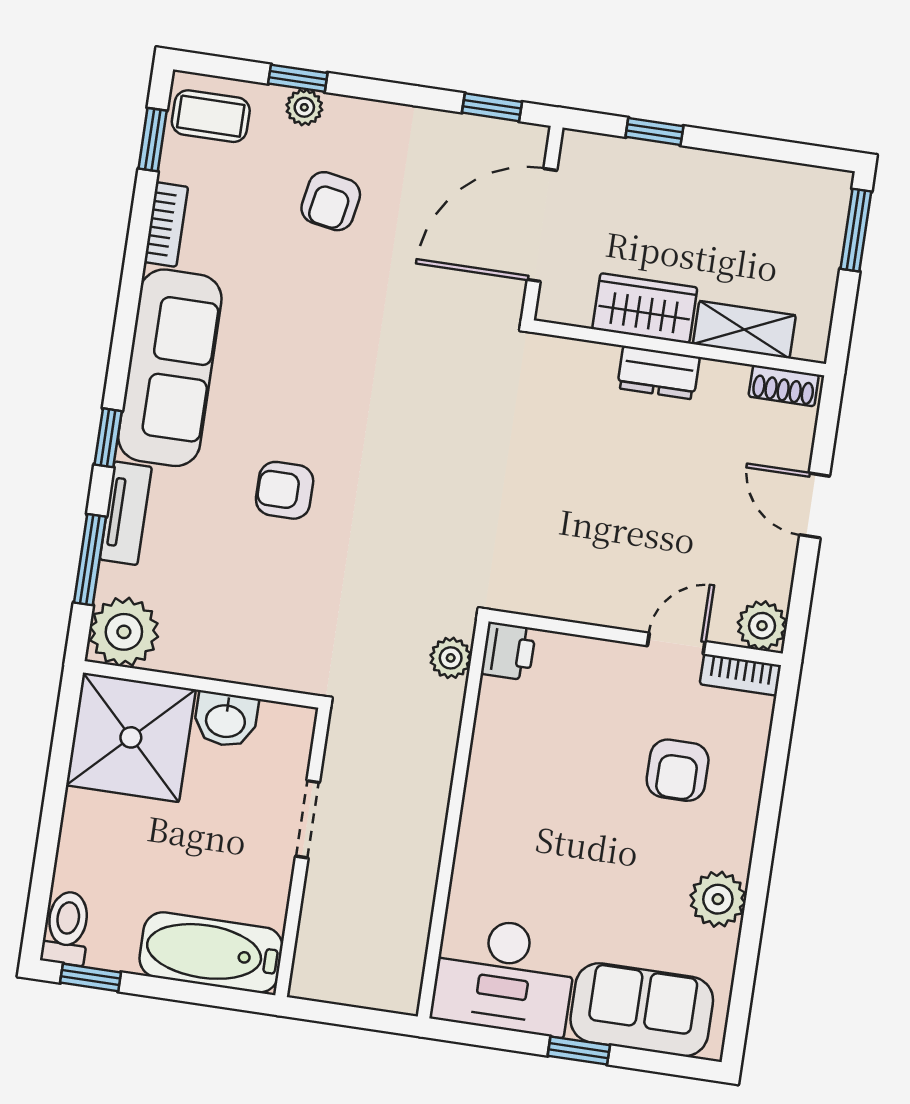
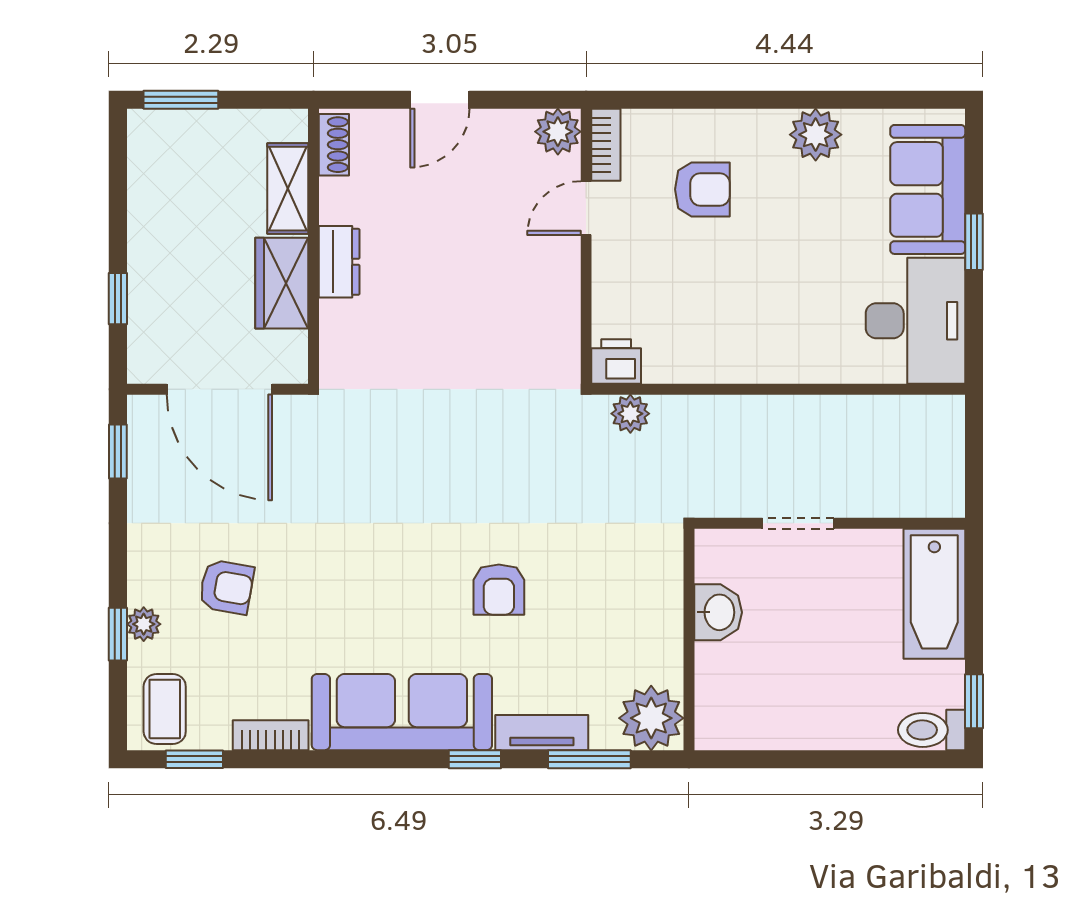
door: (676, 644) -> (586, 208), hinge flipped
shower: (131, 737) -> (747, 697), removed

